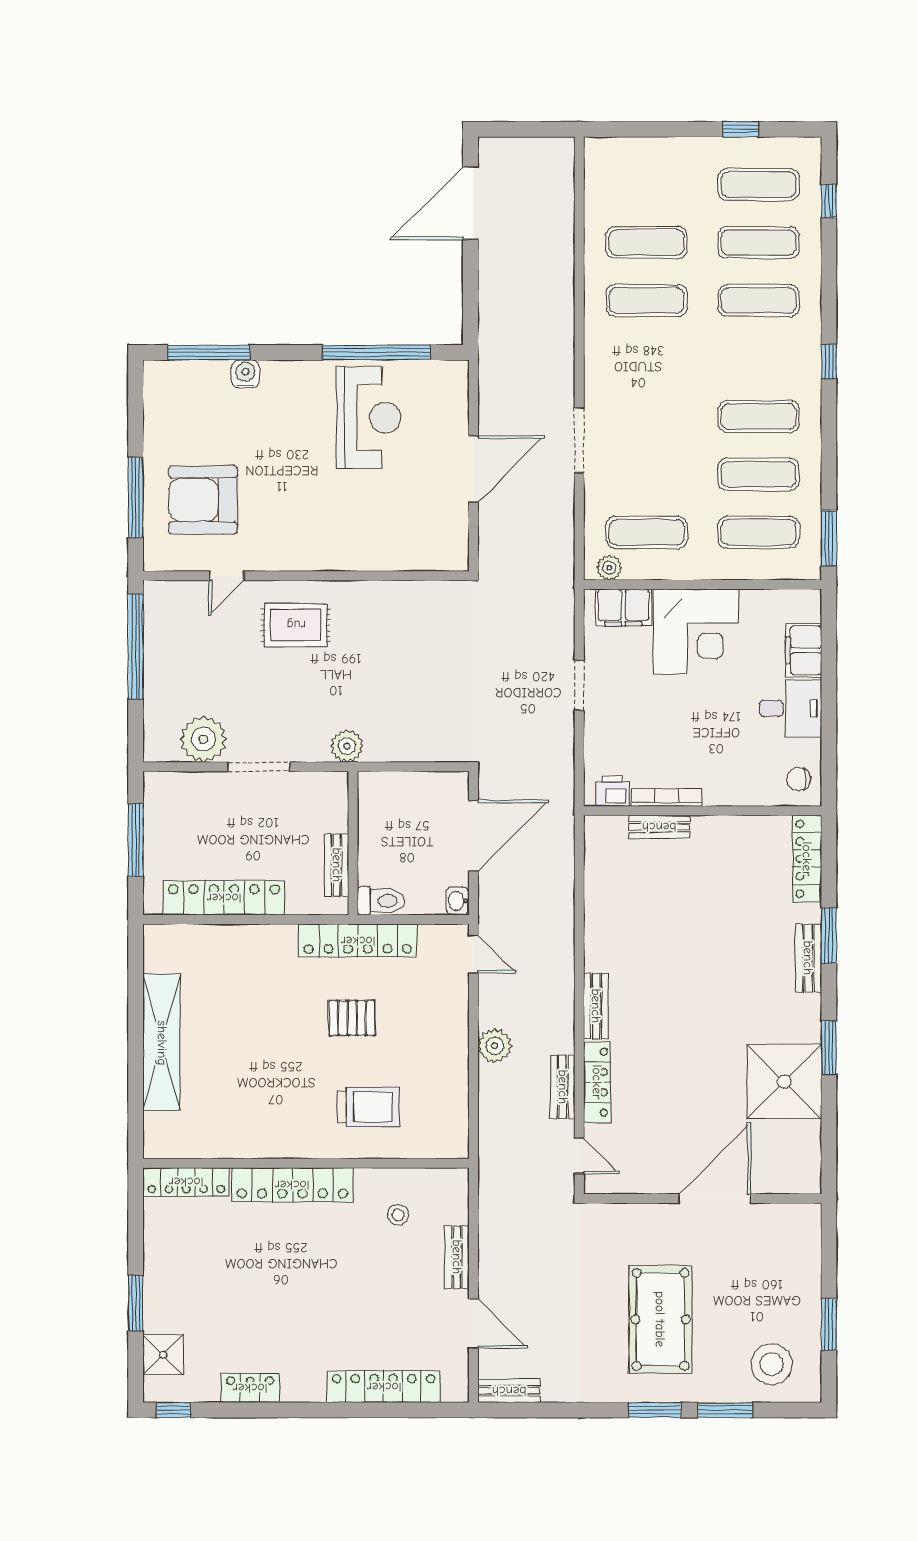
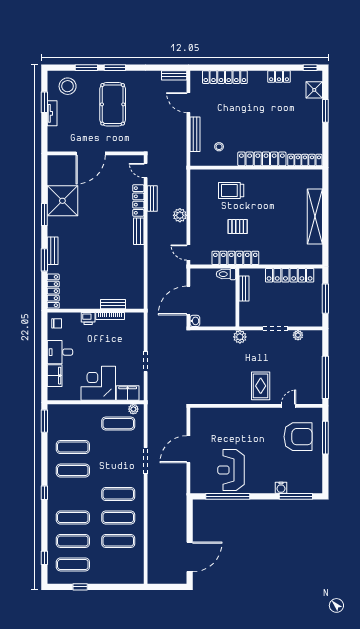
exercise mat: (759, 532) -> (118, 494), moved
rug: (296, 625) -> (261, 386), turned 90
plant: (203, 739) -> (298, 335), width x0.53, depth x0.53
printer: (613, 791) -> (88, 319), moved
washbasin: (458, 901) -> (195, 321), moved
bench: (457, 1257) -> (195, 134), width x1.36
tv unit: (810, 1297) -> (52, 113), added

